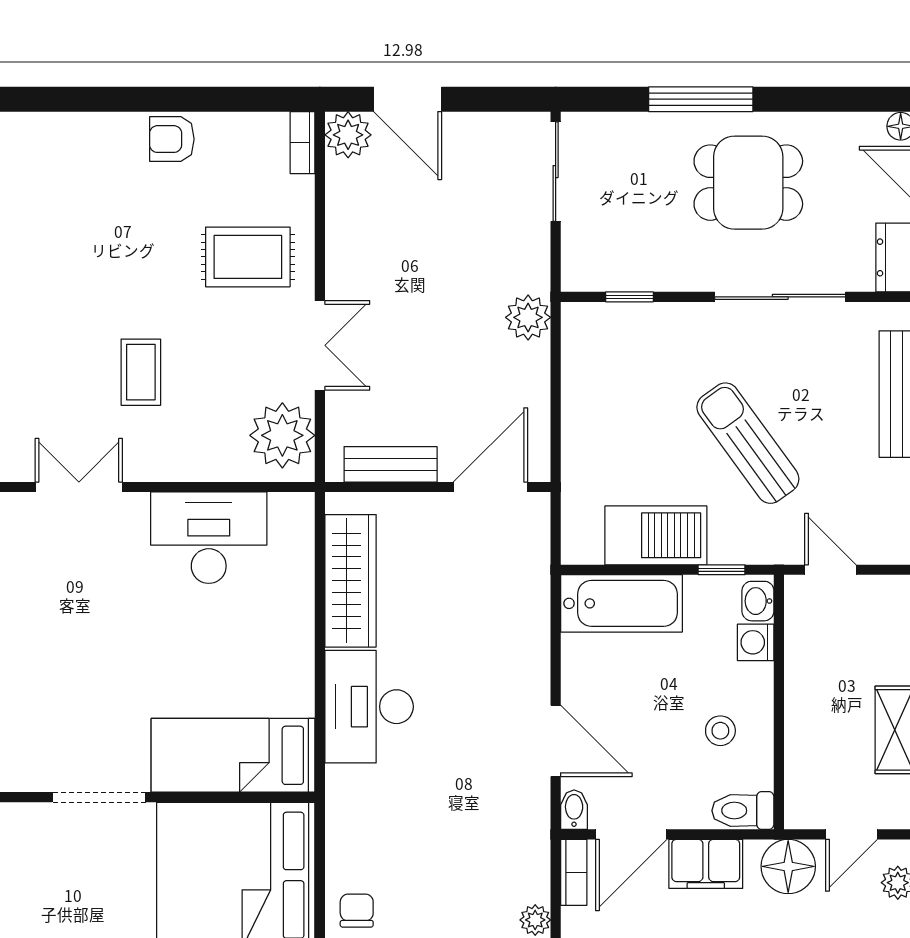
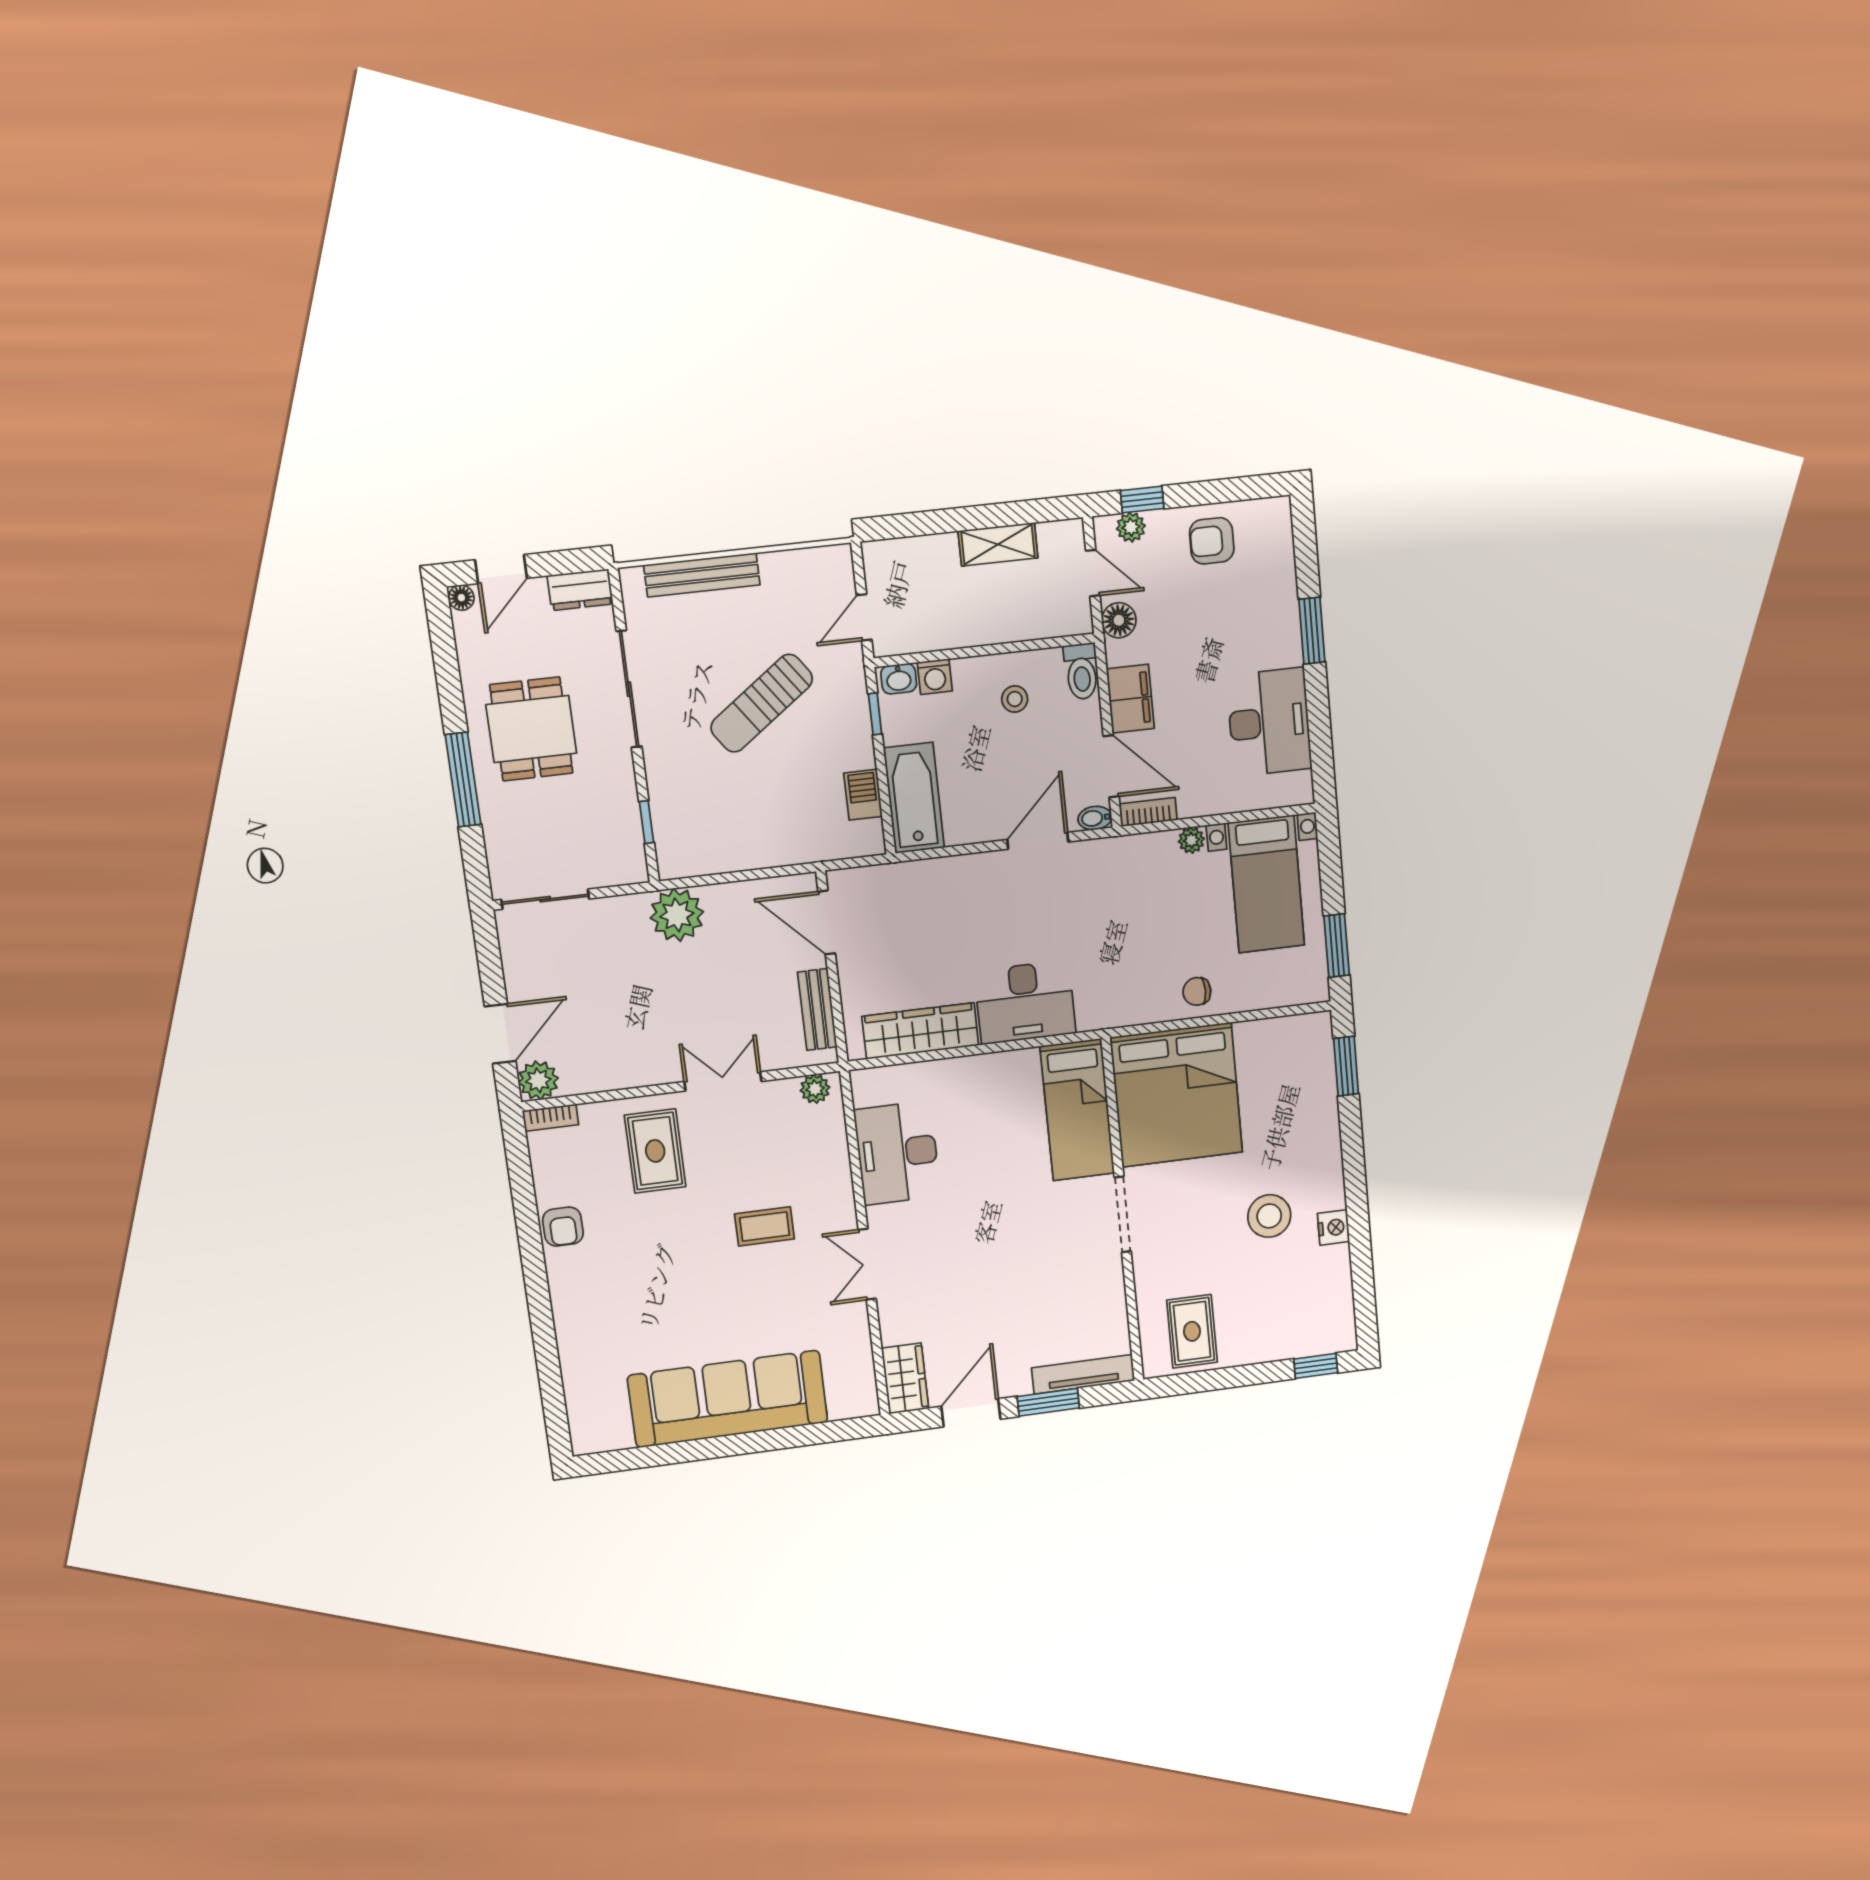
plant: (528, 317) -> (677, 915), width x1.36, depth x1.36
plant: (282, 435) -> (815, 1089), width x0.53, depth x0.53
barbecue: (656, 535) -> (863, 795), width x0.53, depth x0.65
floor lamp: (788, 866) -> (1119, 620), width x0.73, depth x0.73

